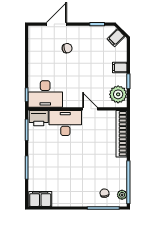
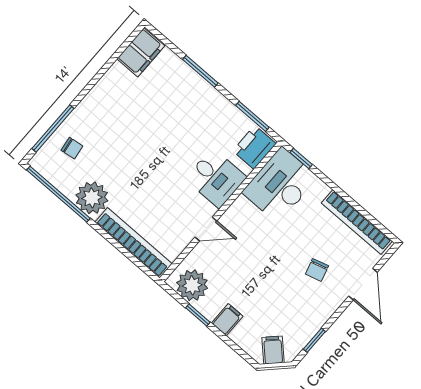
bookcase: (33, 49) -> (357, 222), added
desk: (65, 123) -> (216, 178), width x0.73
plant: (122, 195) -> (92, 198), moved, width x1.88, depth x1.88

